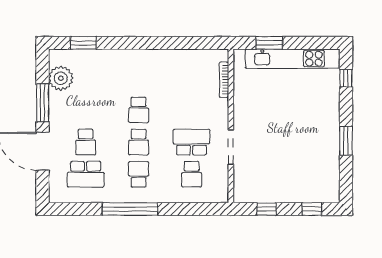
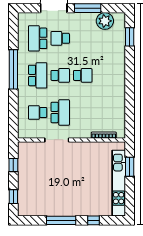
window: (346, 78) -> (94, 220), moved
school desk: (139, 110) -> (83, 75), turned 180
window: (346, 141) -> (61, 220), width x1.44
school desk: (139, 142) -> (60, 75), turned 180
school desk: (139, 174) -> (38, 75), width x1.85

